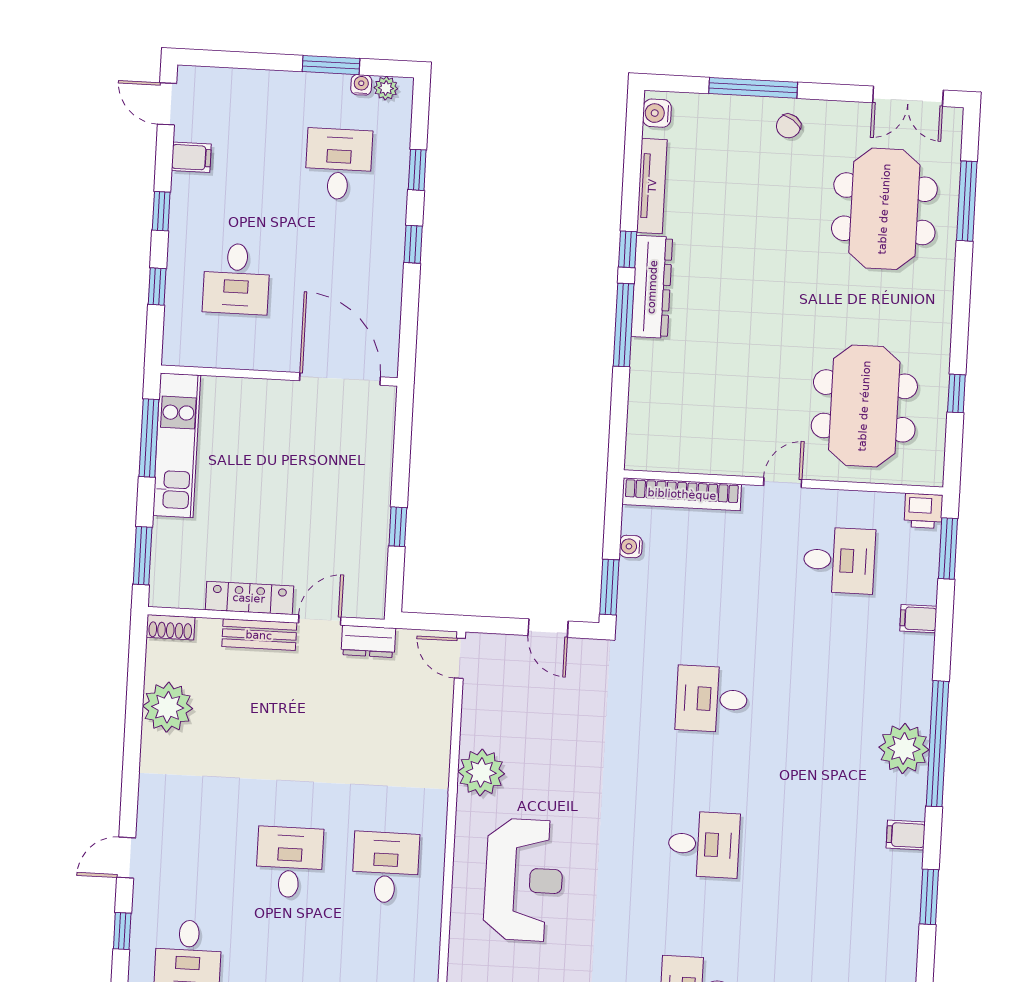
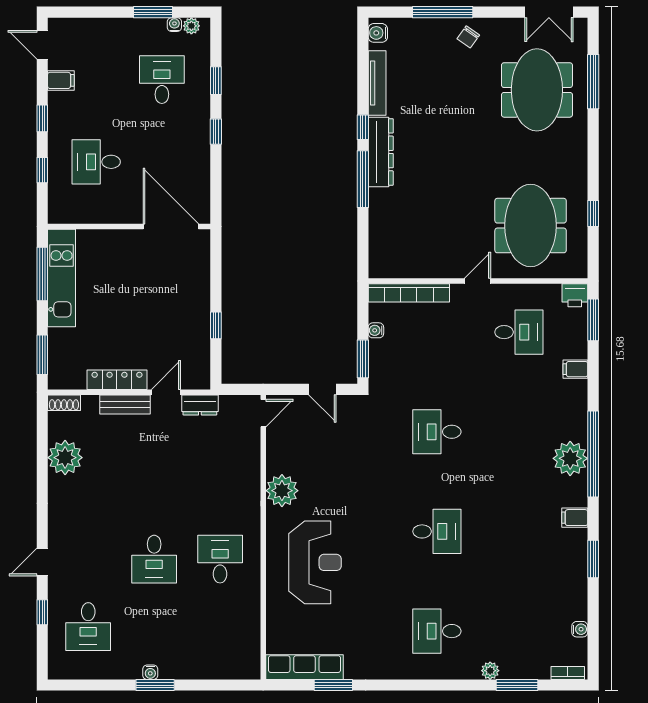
desk: (236, 279) -> (96, 162), turned 90
door: (460, 658) -> (263, 413), swing flipped
desk: (289, 862) -> (154, 559), turned 180

